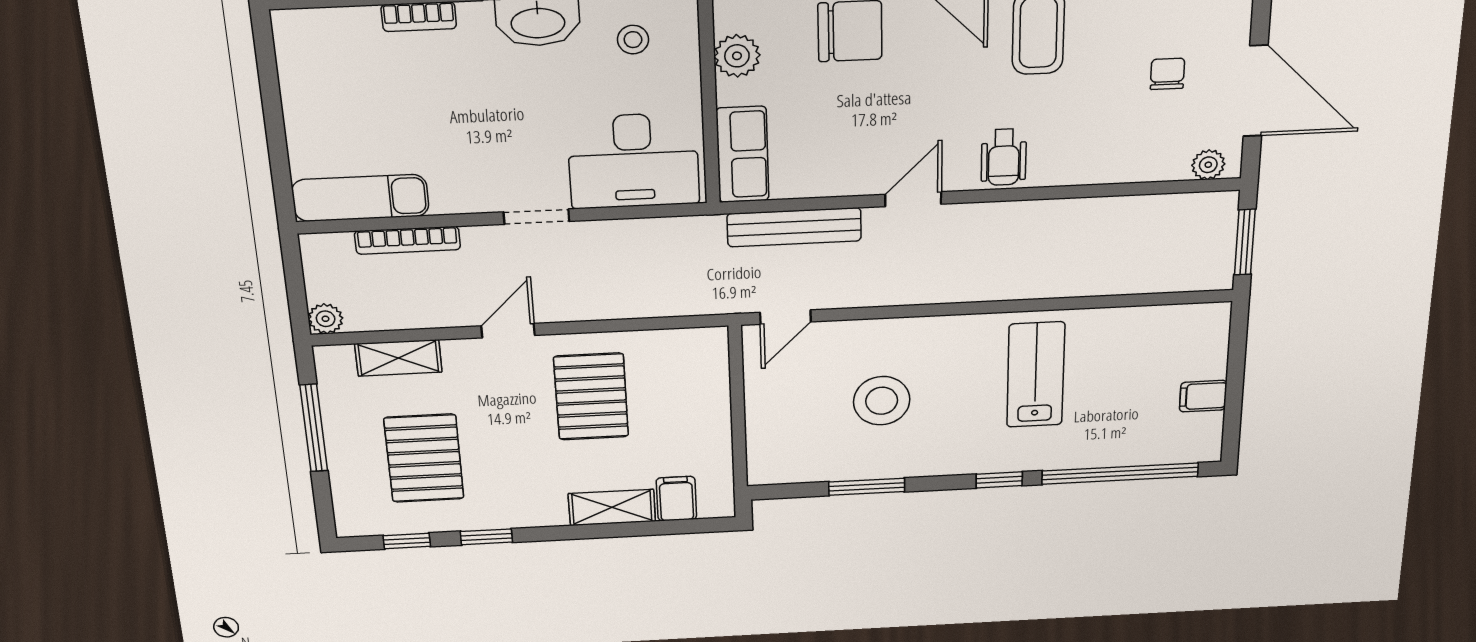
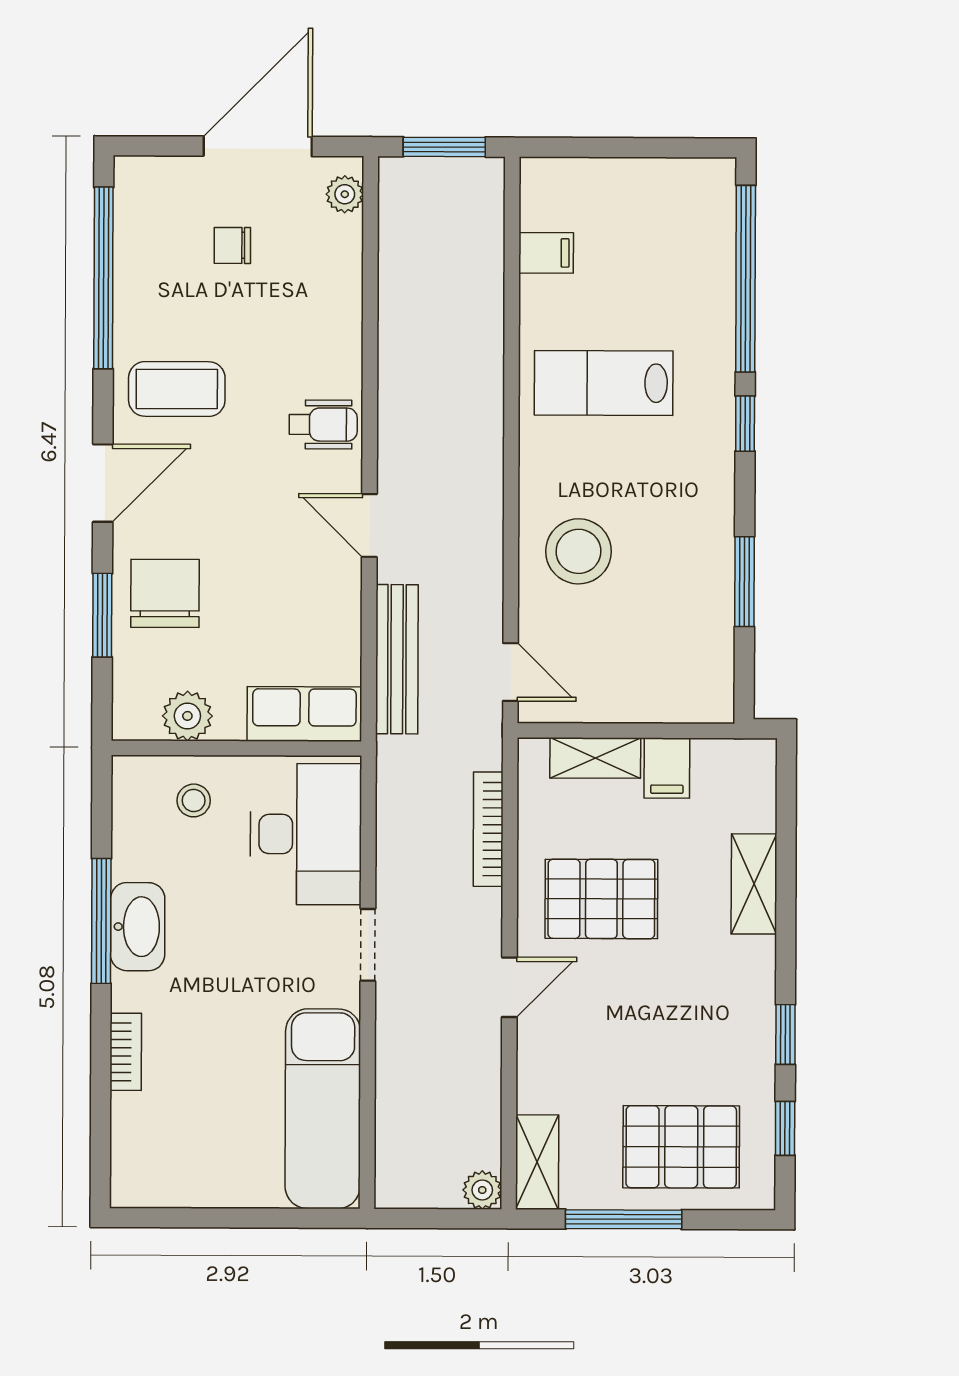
stool: (633, 40) -> (194, 800), moved
exam couch: (360, 198) -> (323, 1109), width x1.36, depth x1.45
bookcase: (407, 240) -> (488, 829), moved, turned 180
door: (508, 331) -> (509, 987), swing flipped
shelving: (398, 358) -> (537, 1162), moved
shelving: (713, 386) -> (595, 758), added
filing cabinet: (1203, 396) -> (546, 253), moved, turned -90
stool: (882, 401) -> (578, 551), moved
pallet: (424, 458) -> (681, 1147), moved
filing cabinet: (676, 499) -> (667, 768), moved, turned -90

